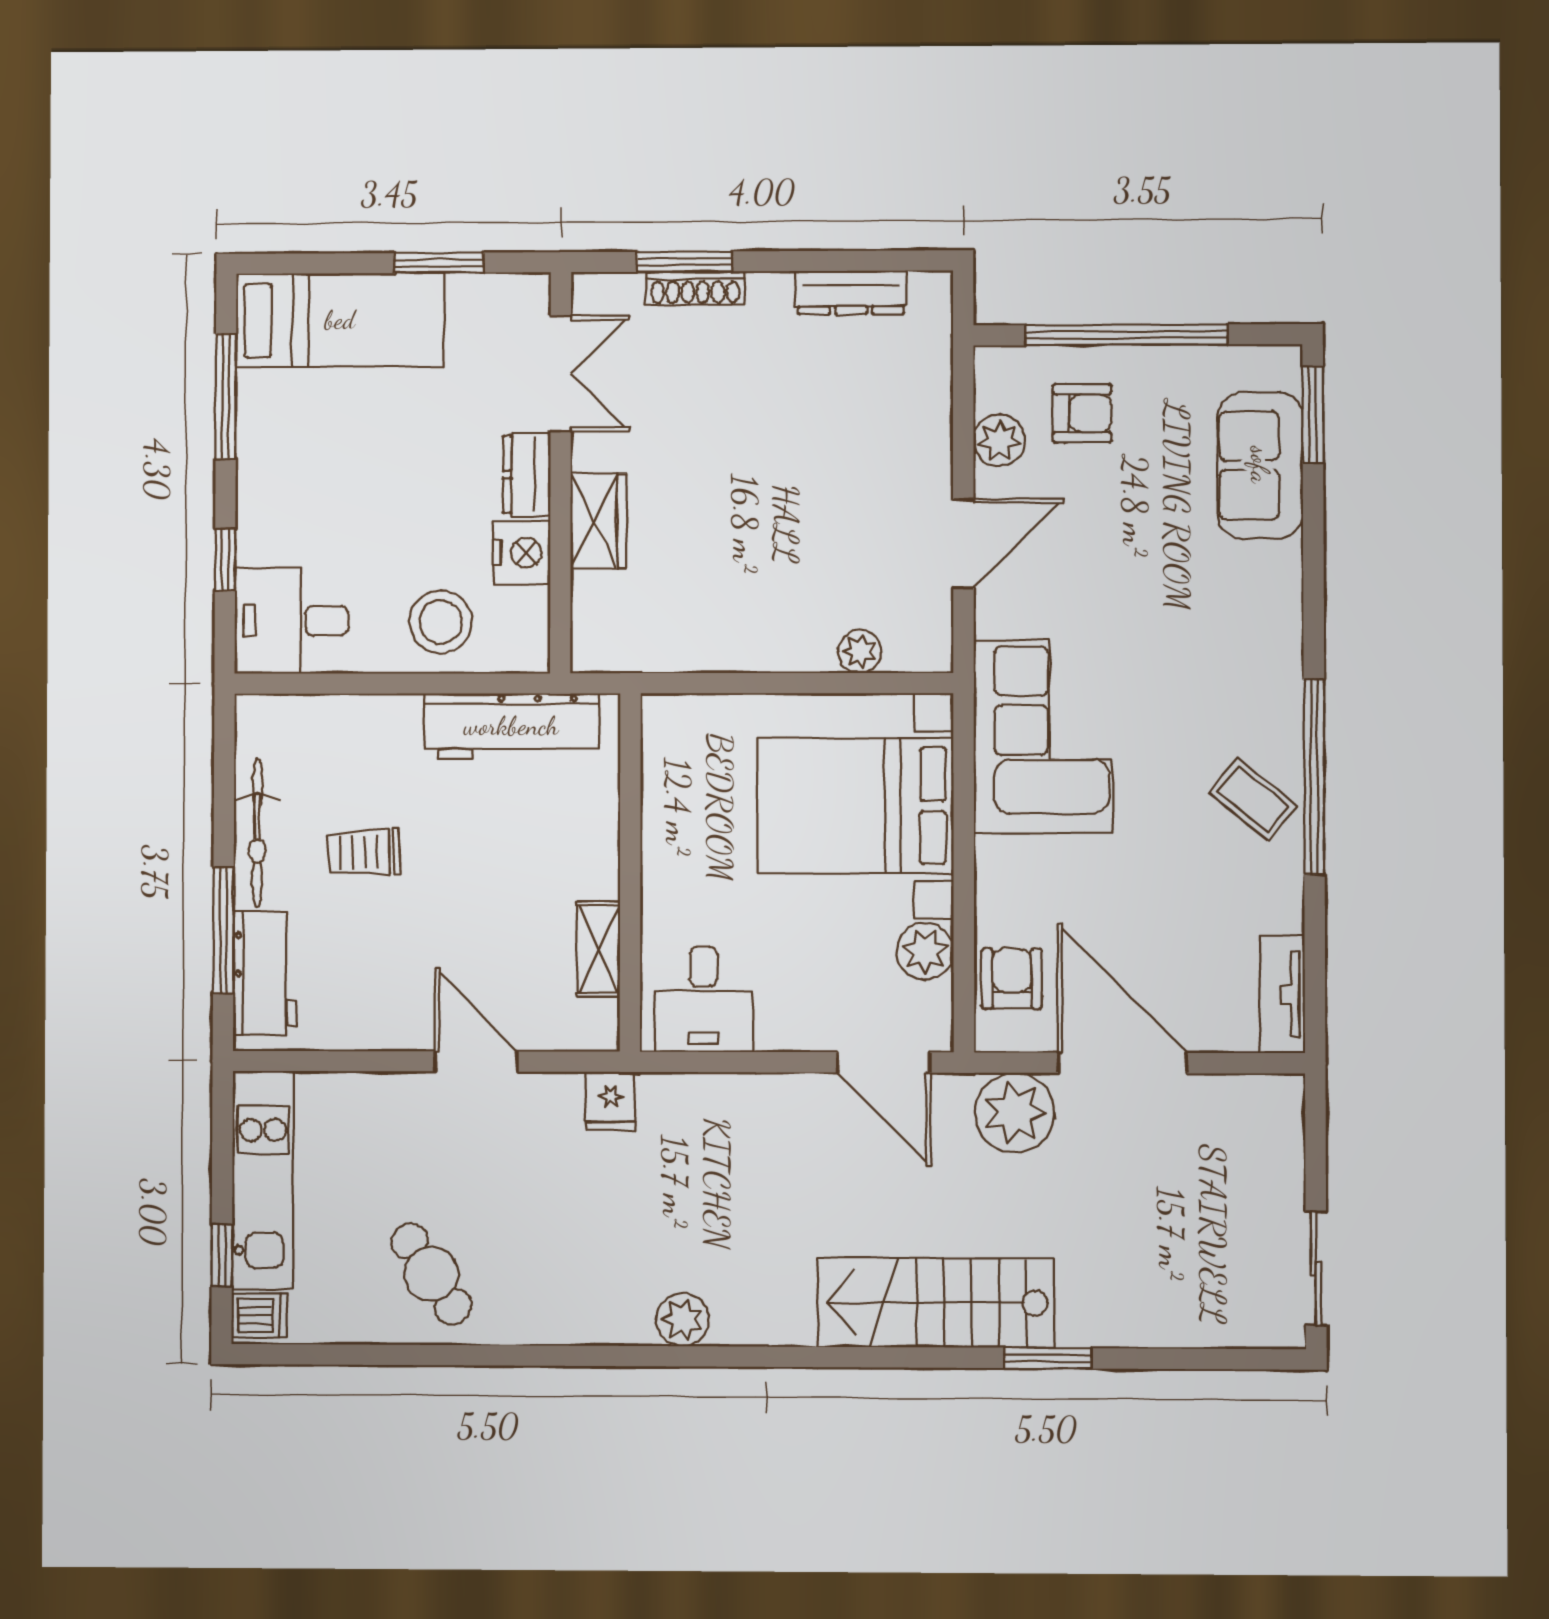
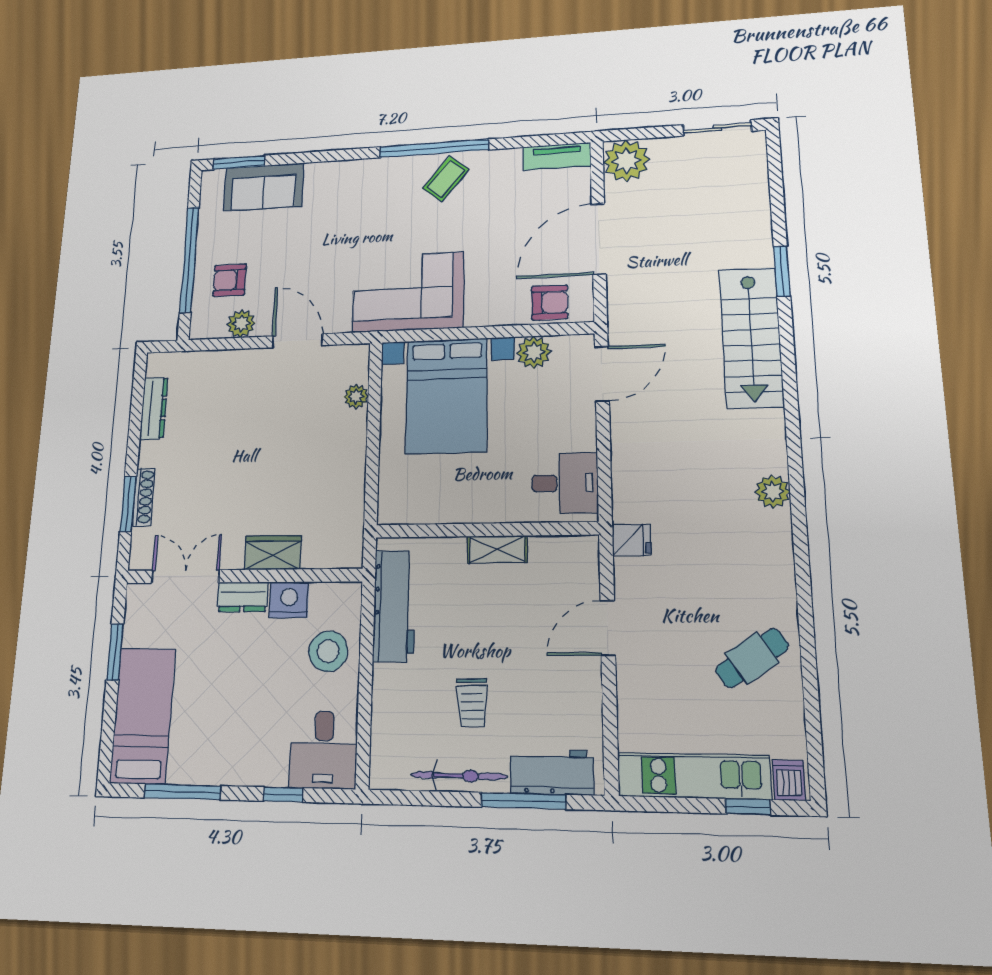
armchair: (1082, 413) -> (230, 280), turned -90
shelving: (599, 949) -> (497, 549), moved
armchair: (1012, 979) -> (550, 303), turned 180
plant: (1015, 1113) -> (626, 161), moved

